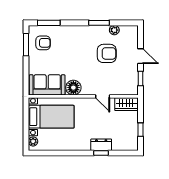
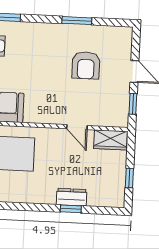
plant: (114, 30) -> (98, 32), removed
armchair: (107, 53) -> (86, 65), turned 90
floor lamp: (73, 88) -> (35, 113), removed

